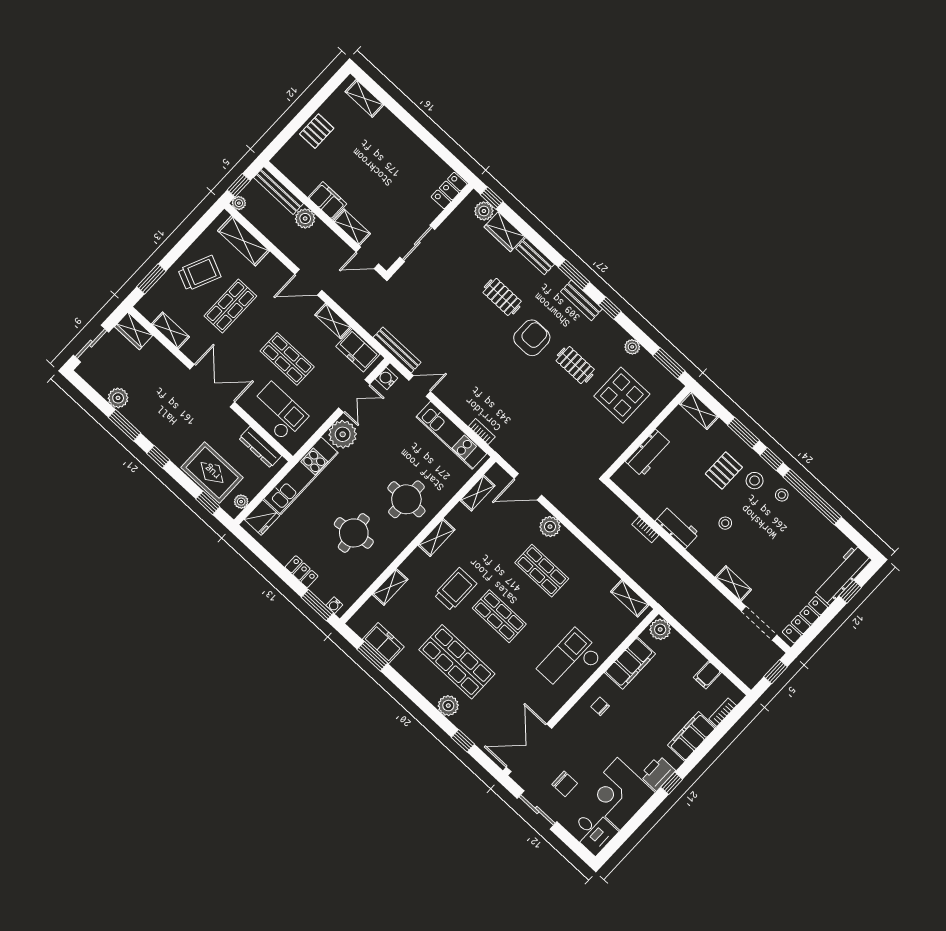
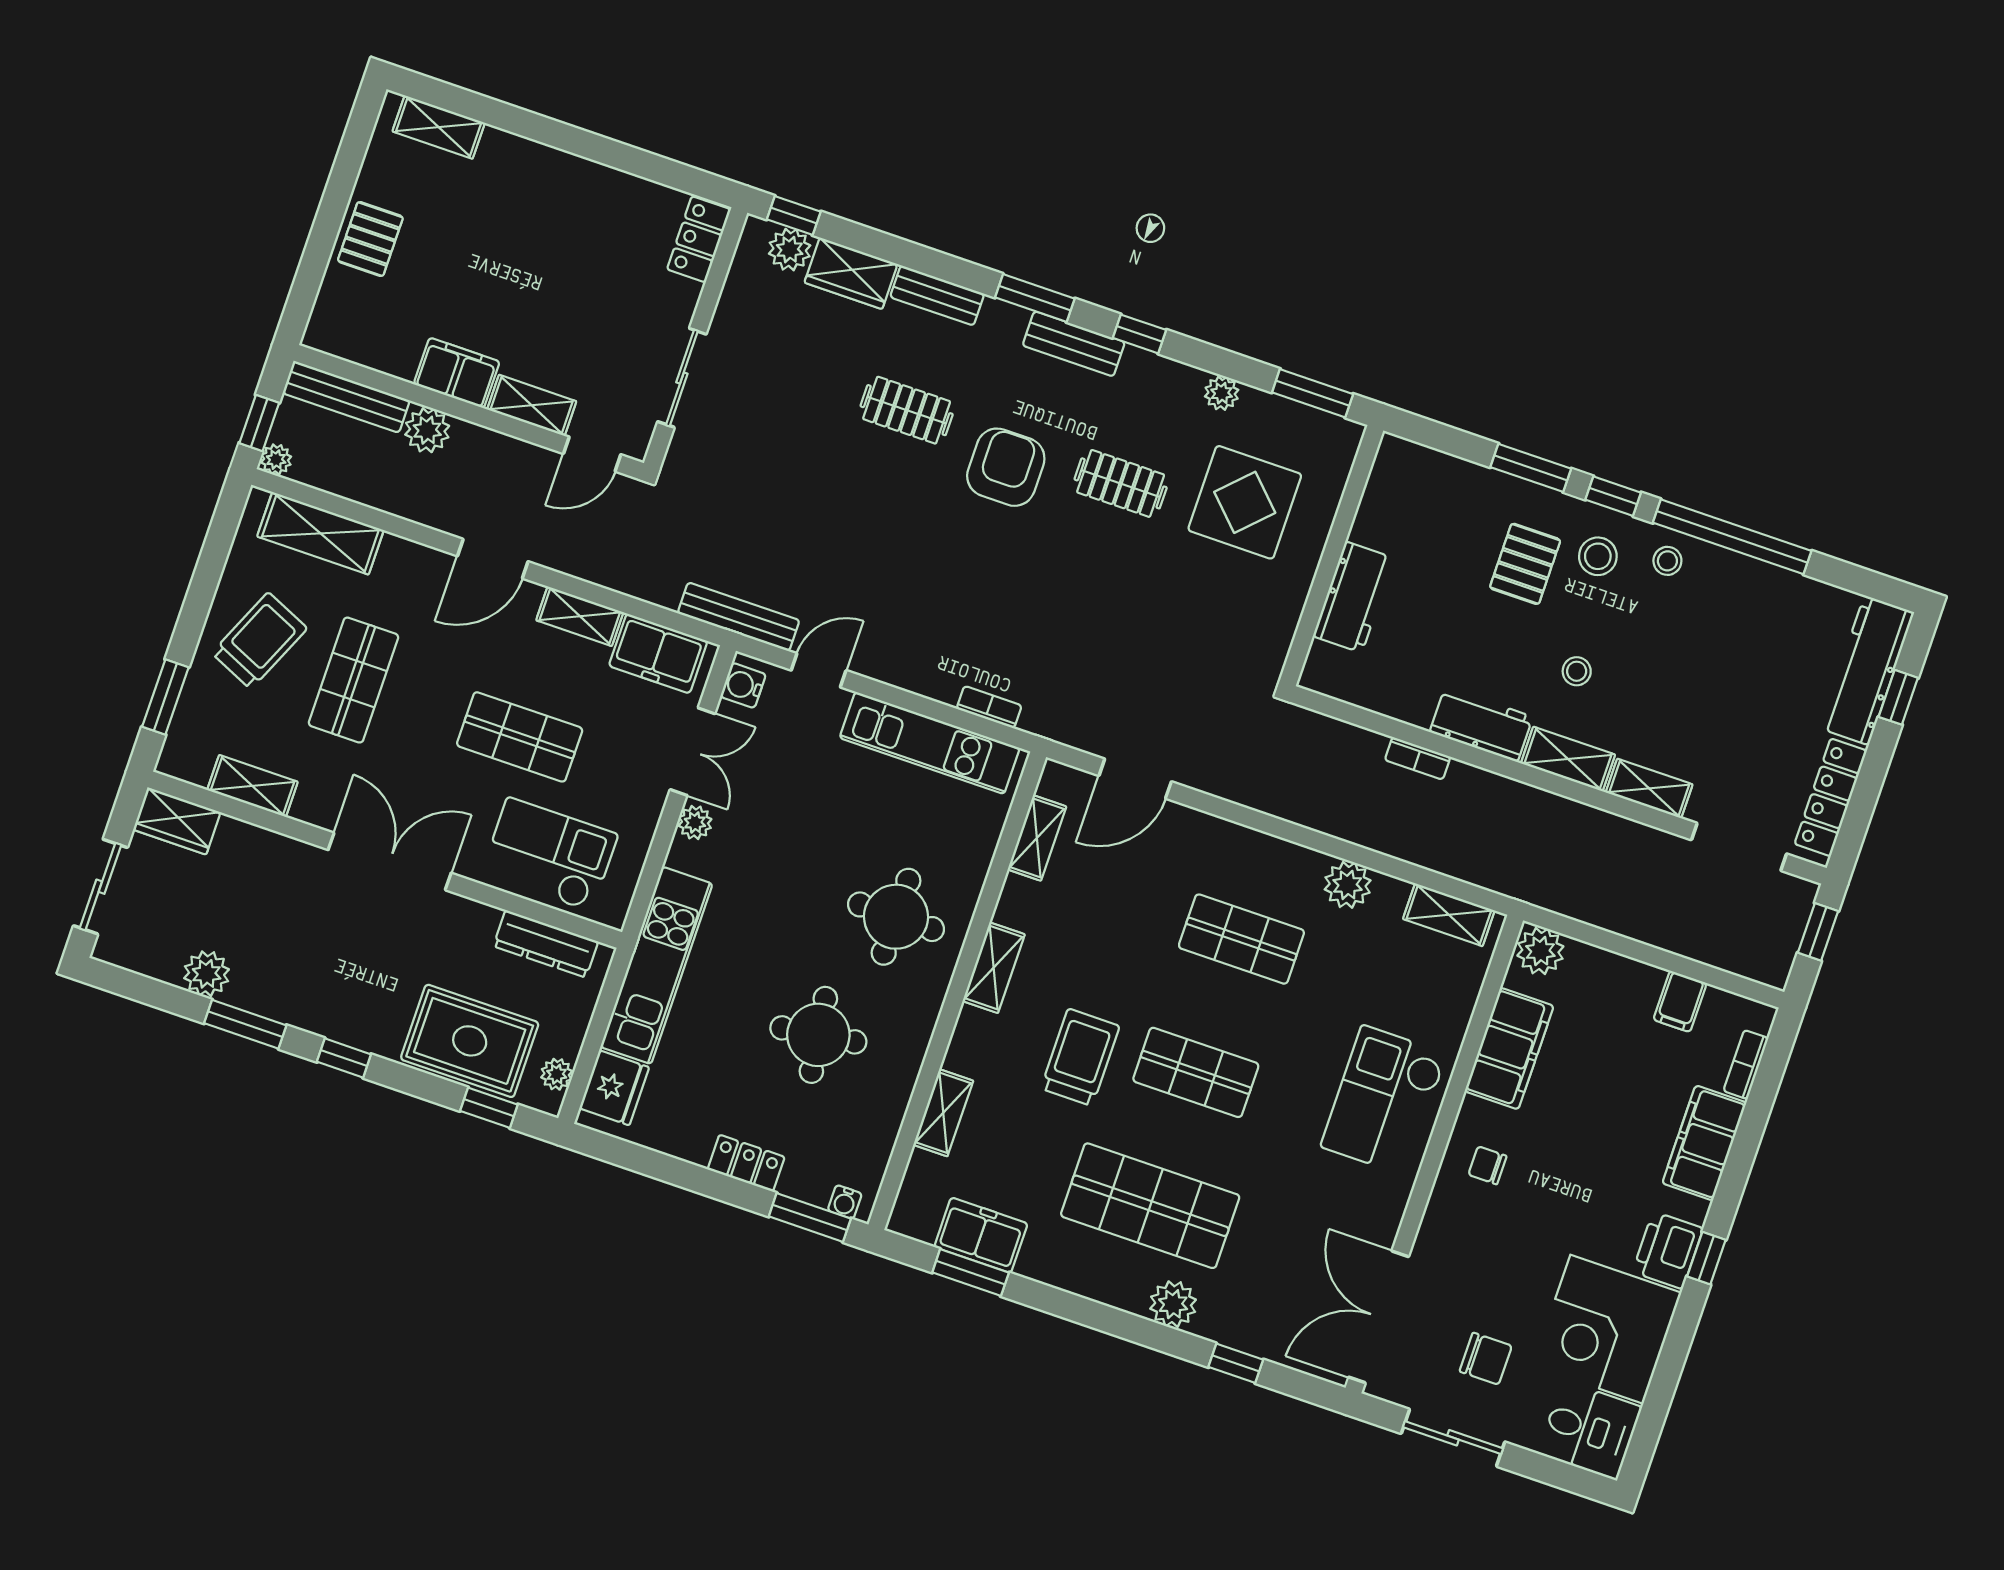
shelving: (699, 410) -> (1568, 759), moved
plant: (343, 434) -> (695, 822), width x0.53, depth x0.53
plant: (550, 527) -> (1348, 885), moved

